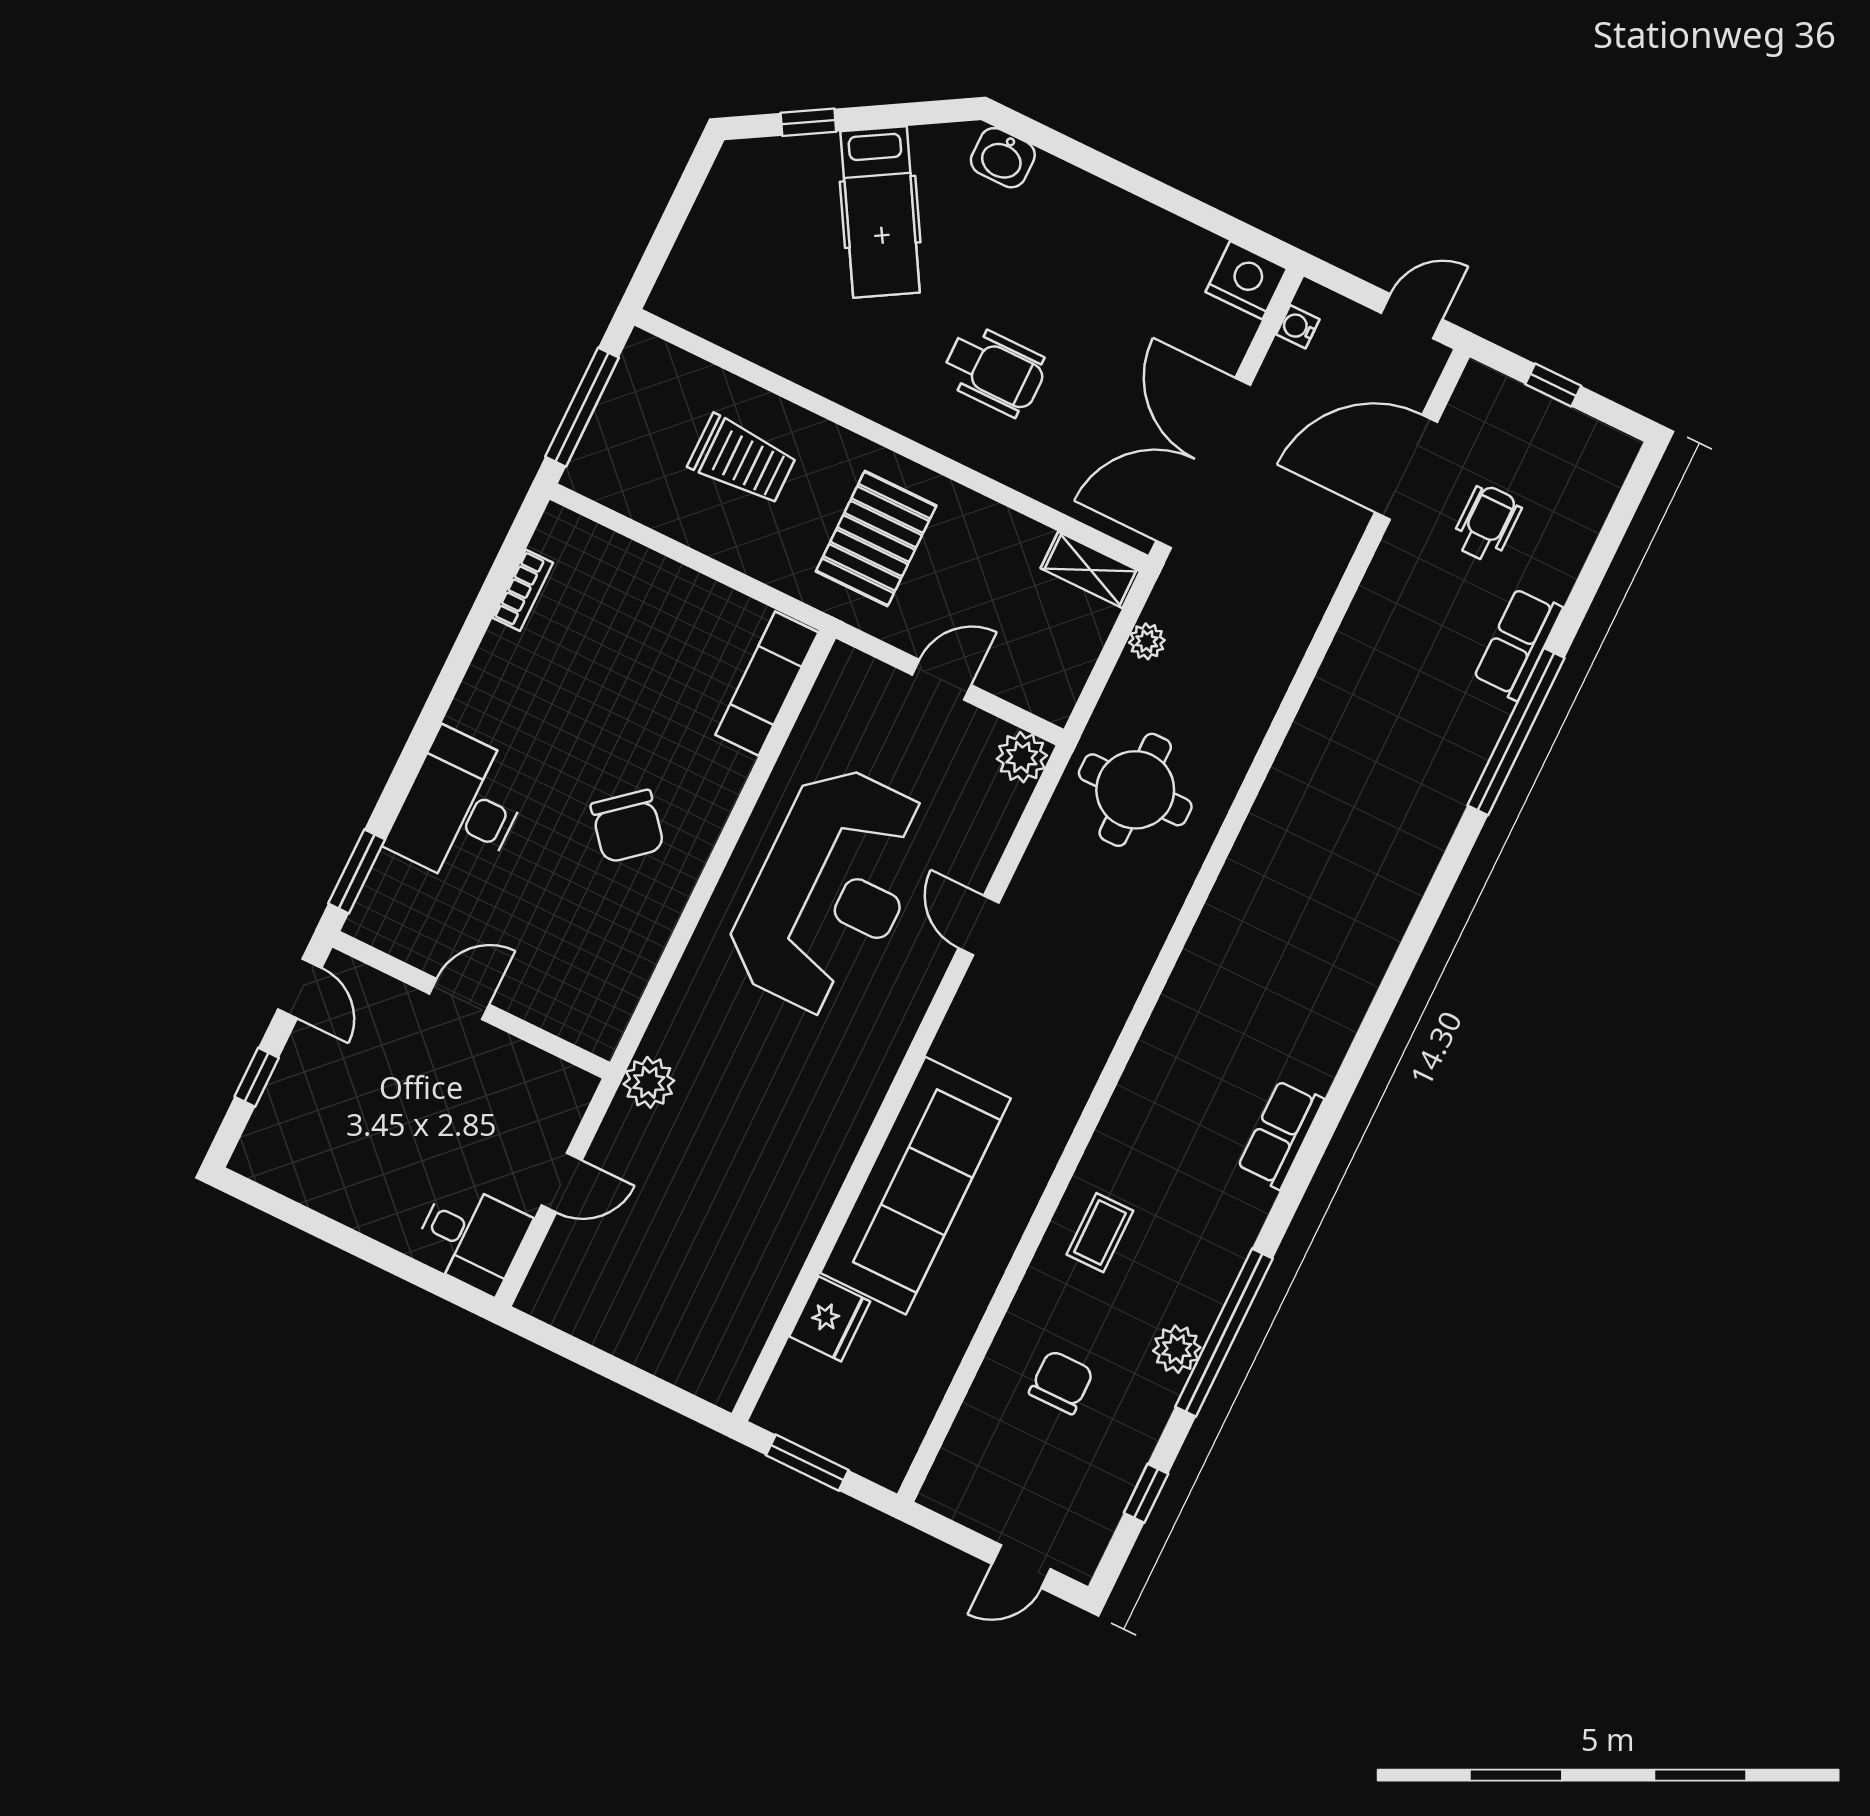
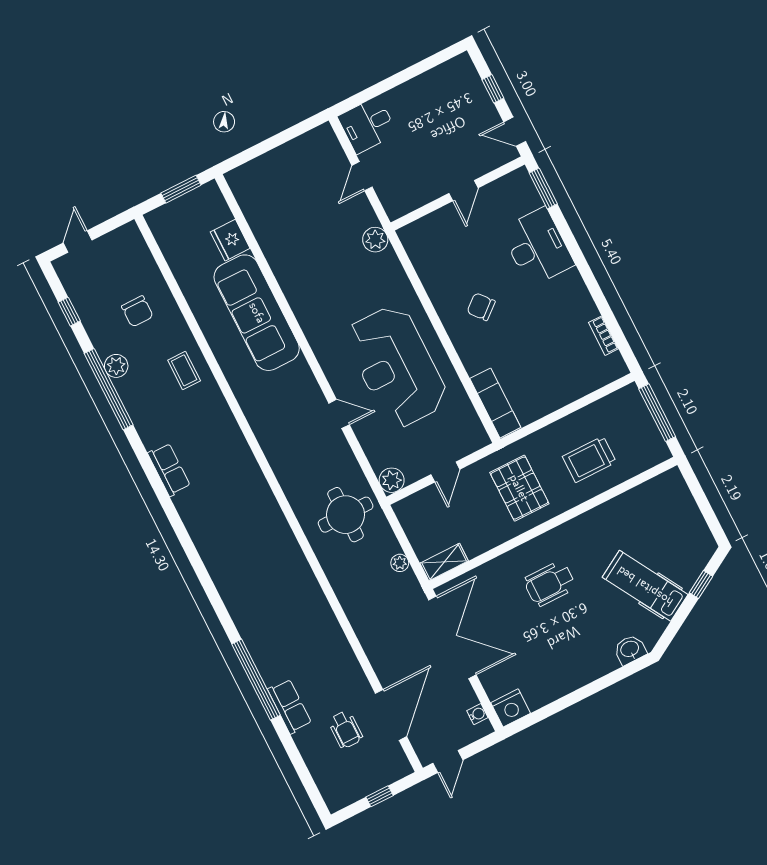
chair: (627, 826) -> (481, 307), width x0.73, depth x0.73

